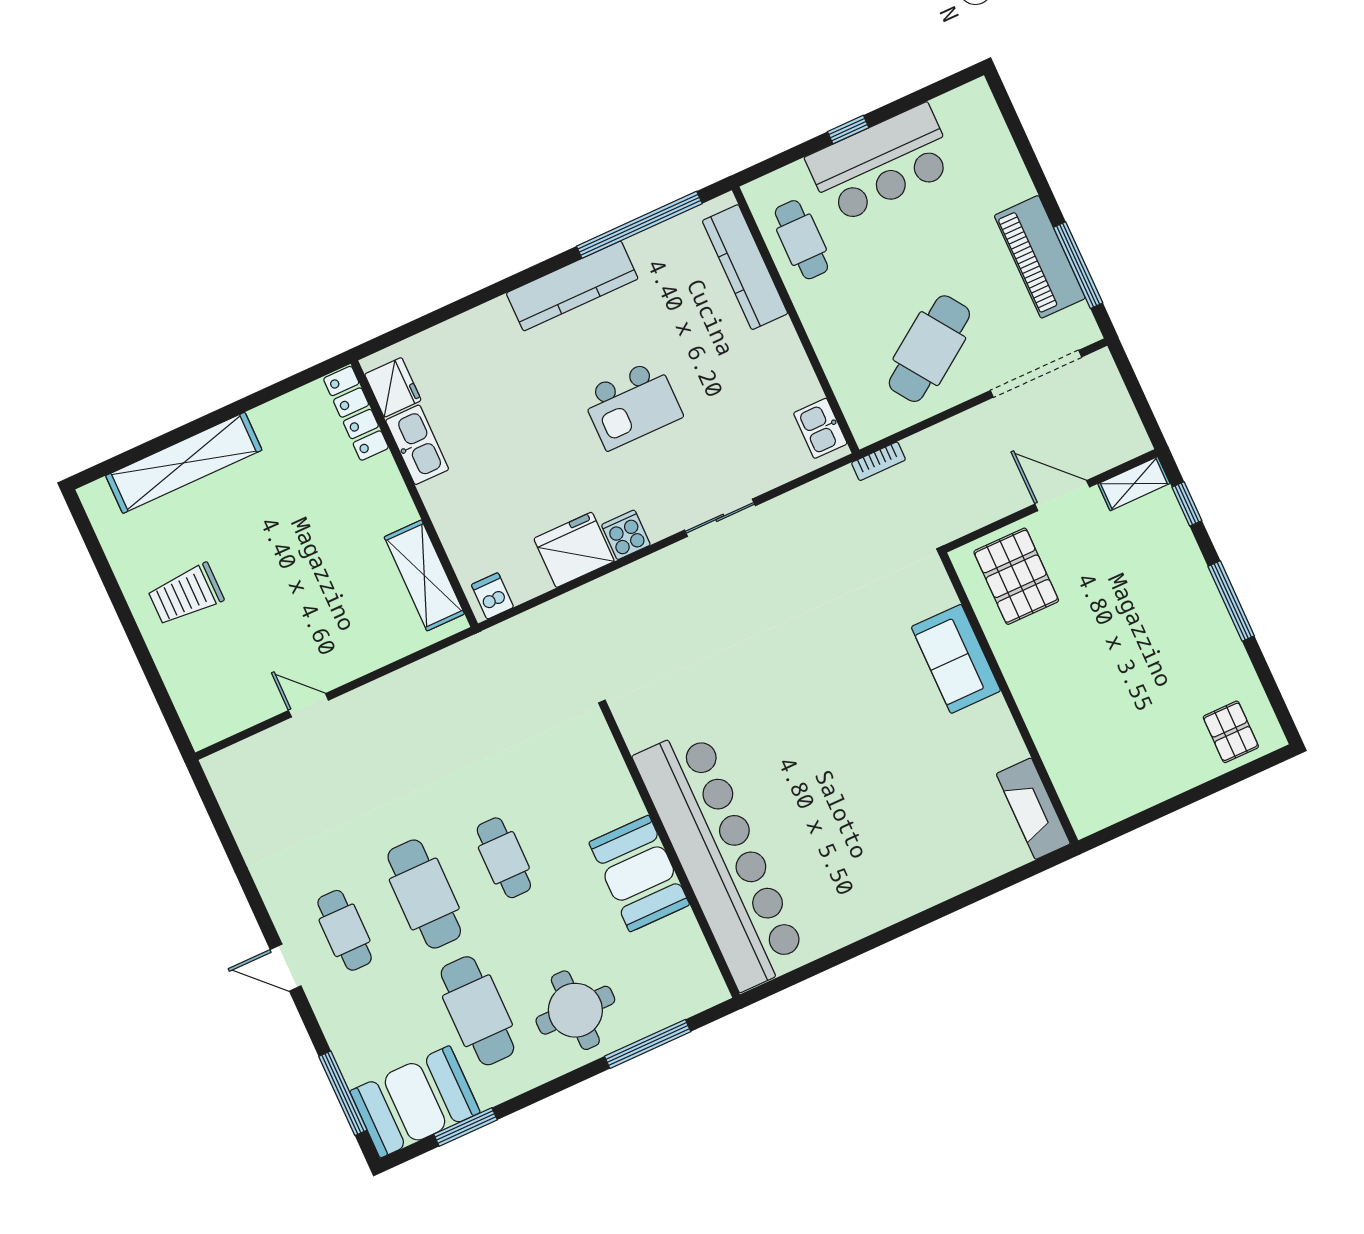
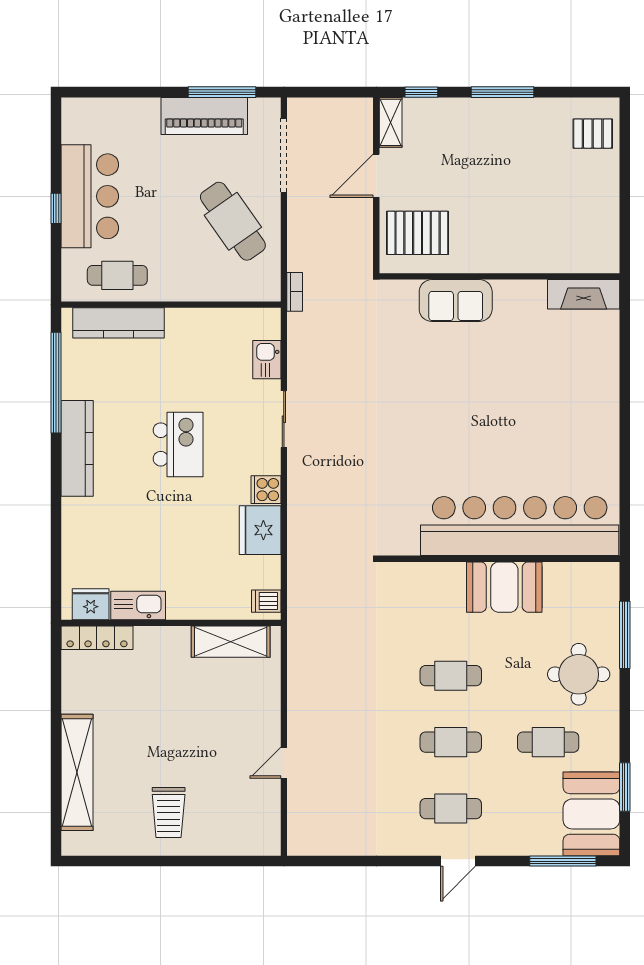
kitchen sink: (820, 428) -> (267, 360), moved, turned 90
cafe table: (424, 894) -> (451, 742), width x0.73, depth x0.74
cafe table: (477, 1011) -> (548, 742), width x0.73, depth x0.74

